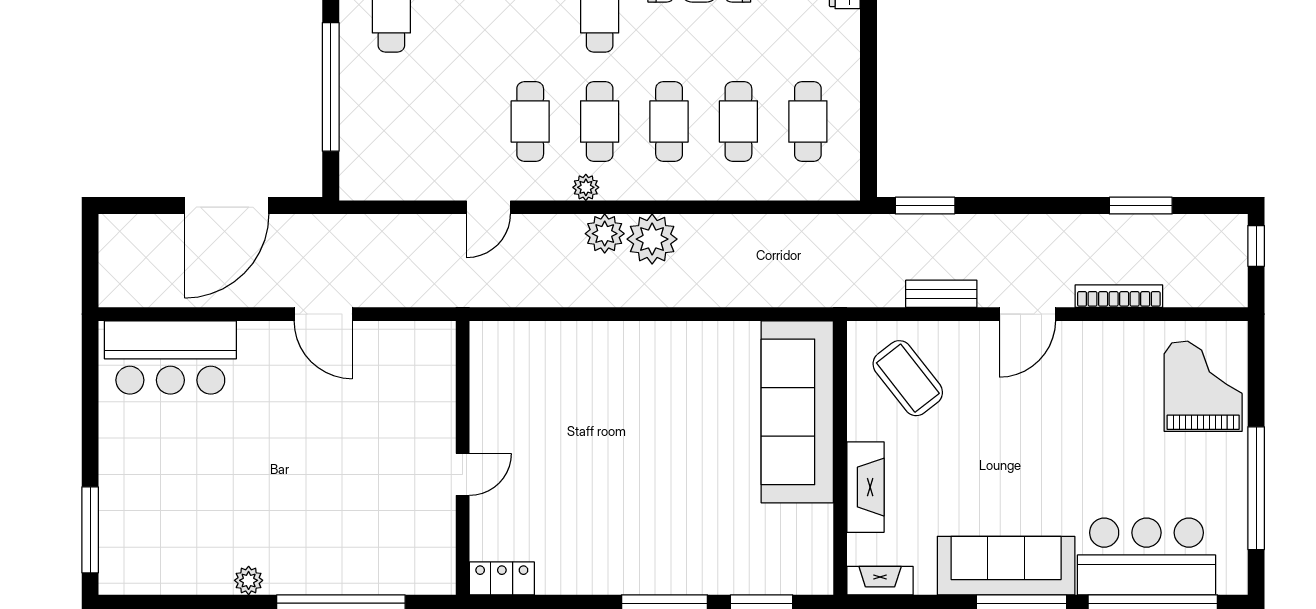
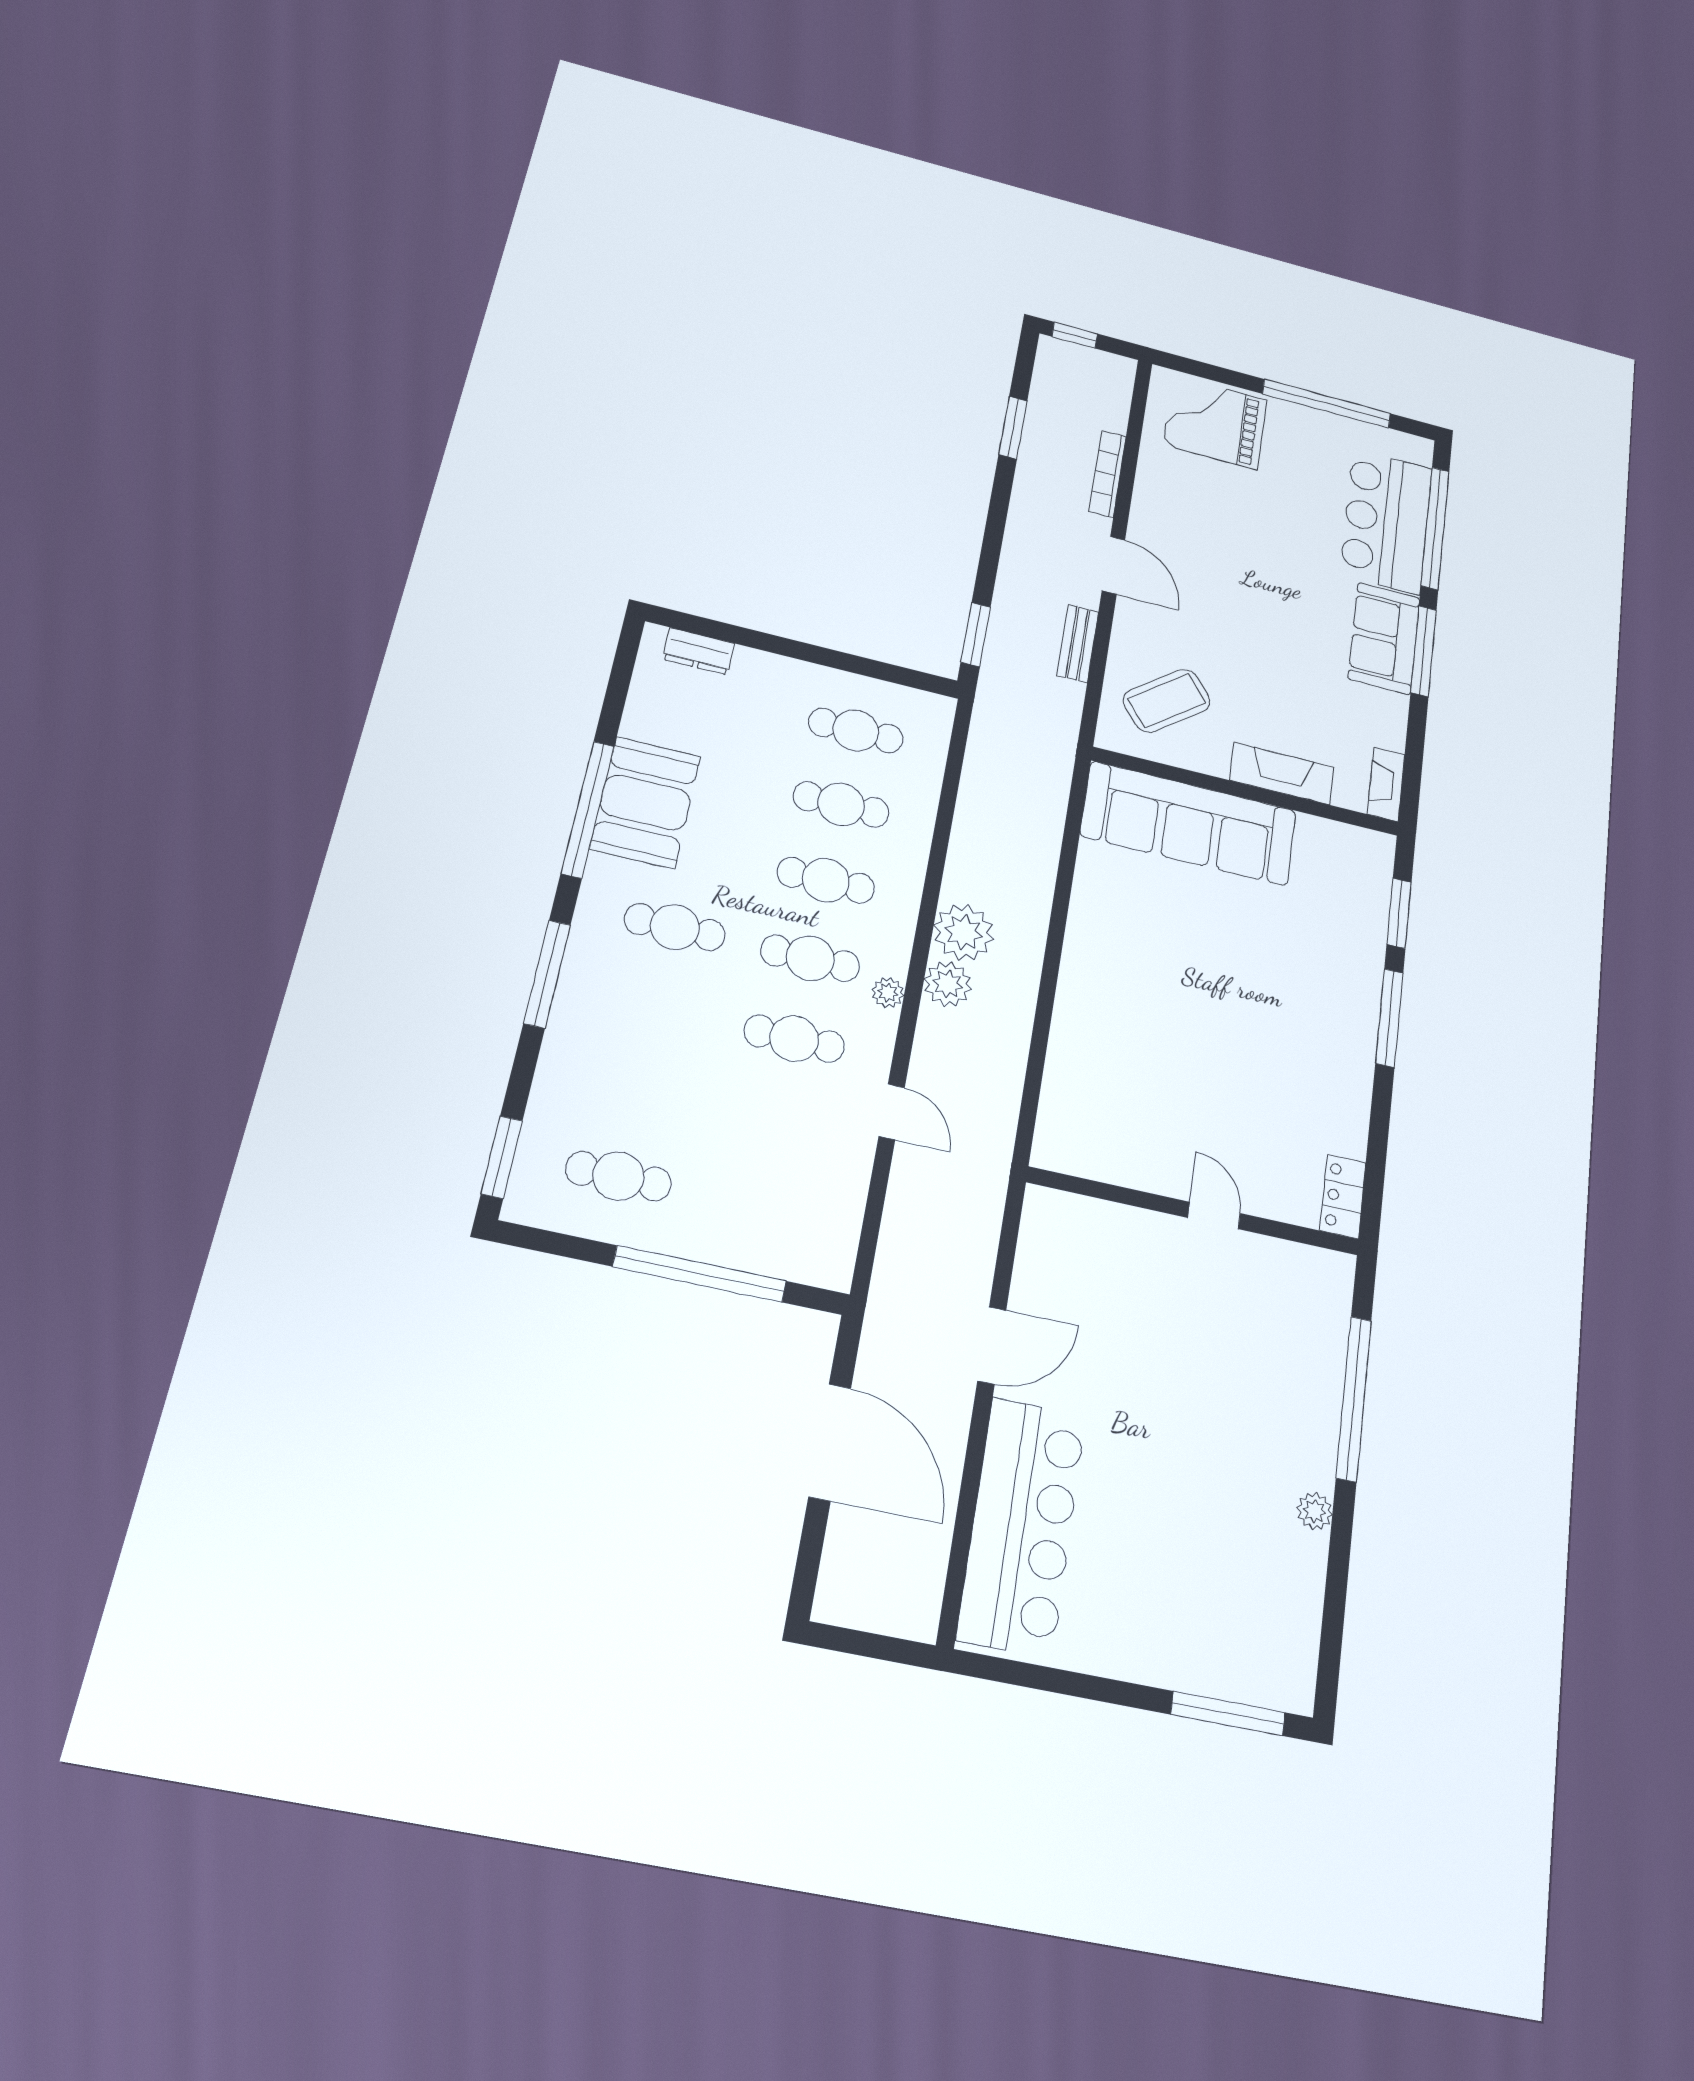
bar counter: (170, 357) -> (1022, 1526), width x1.36
sofa: (1006, 566) -> (1384, 638), width x0.73

